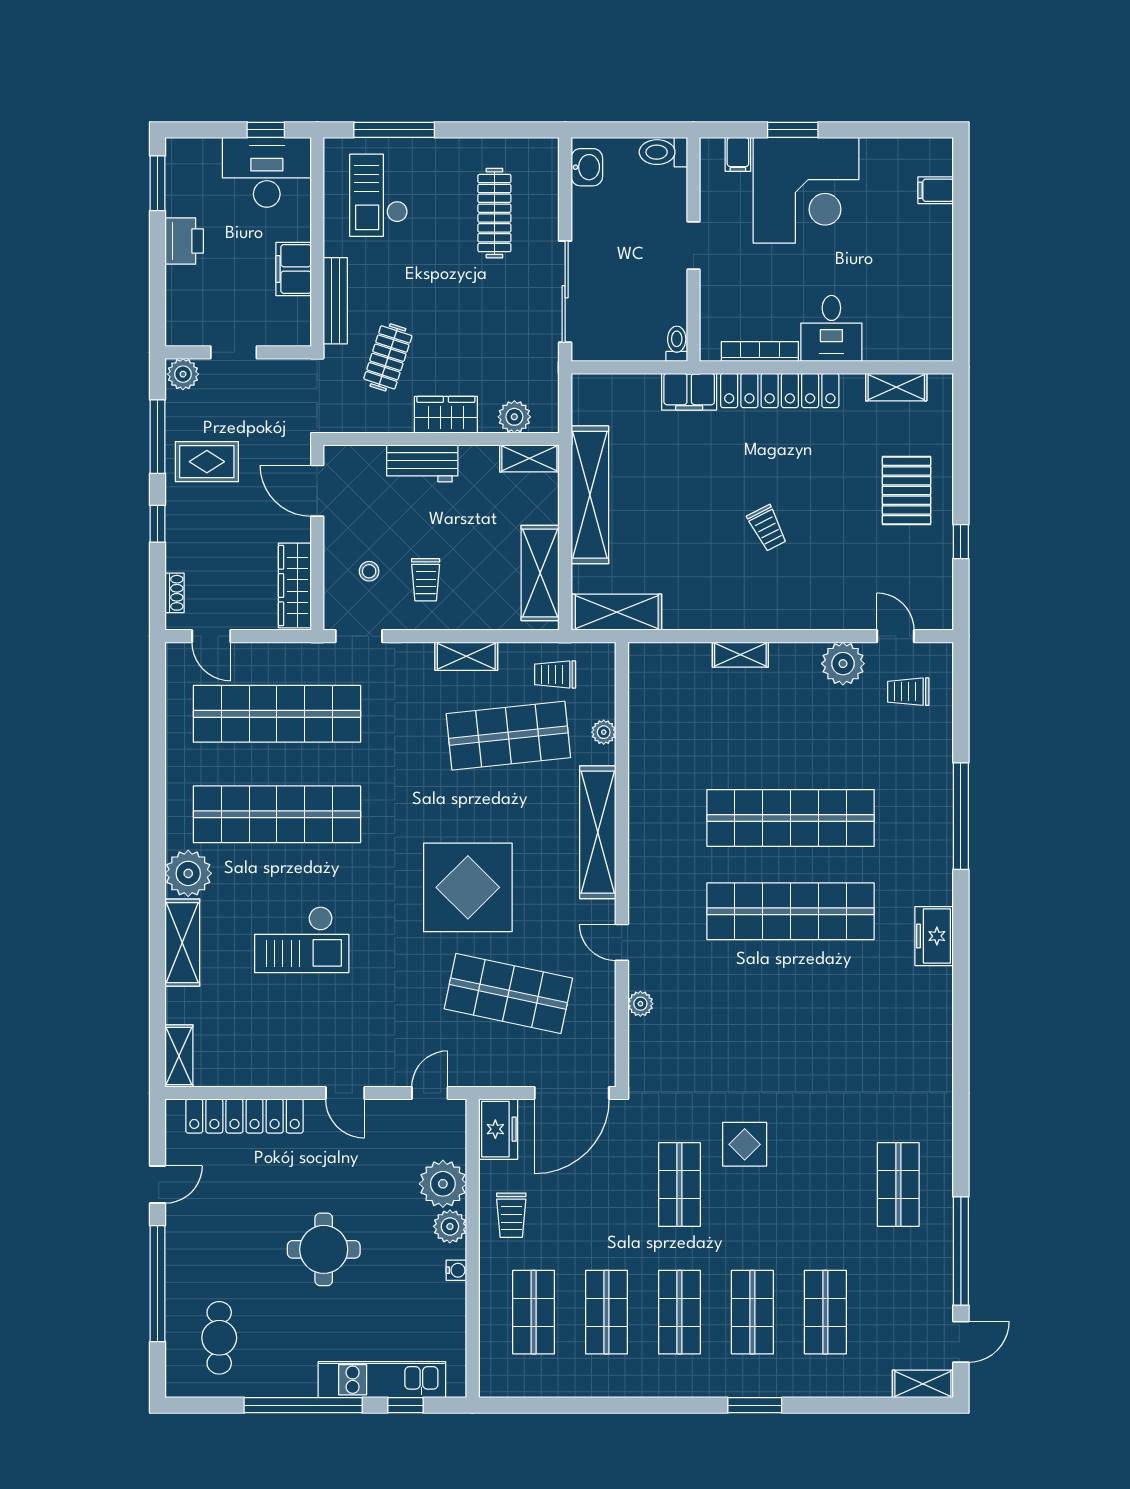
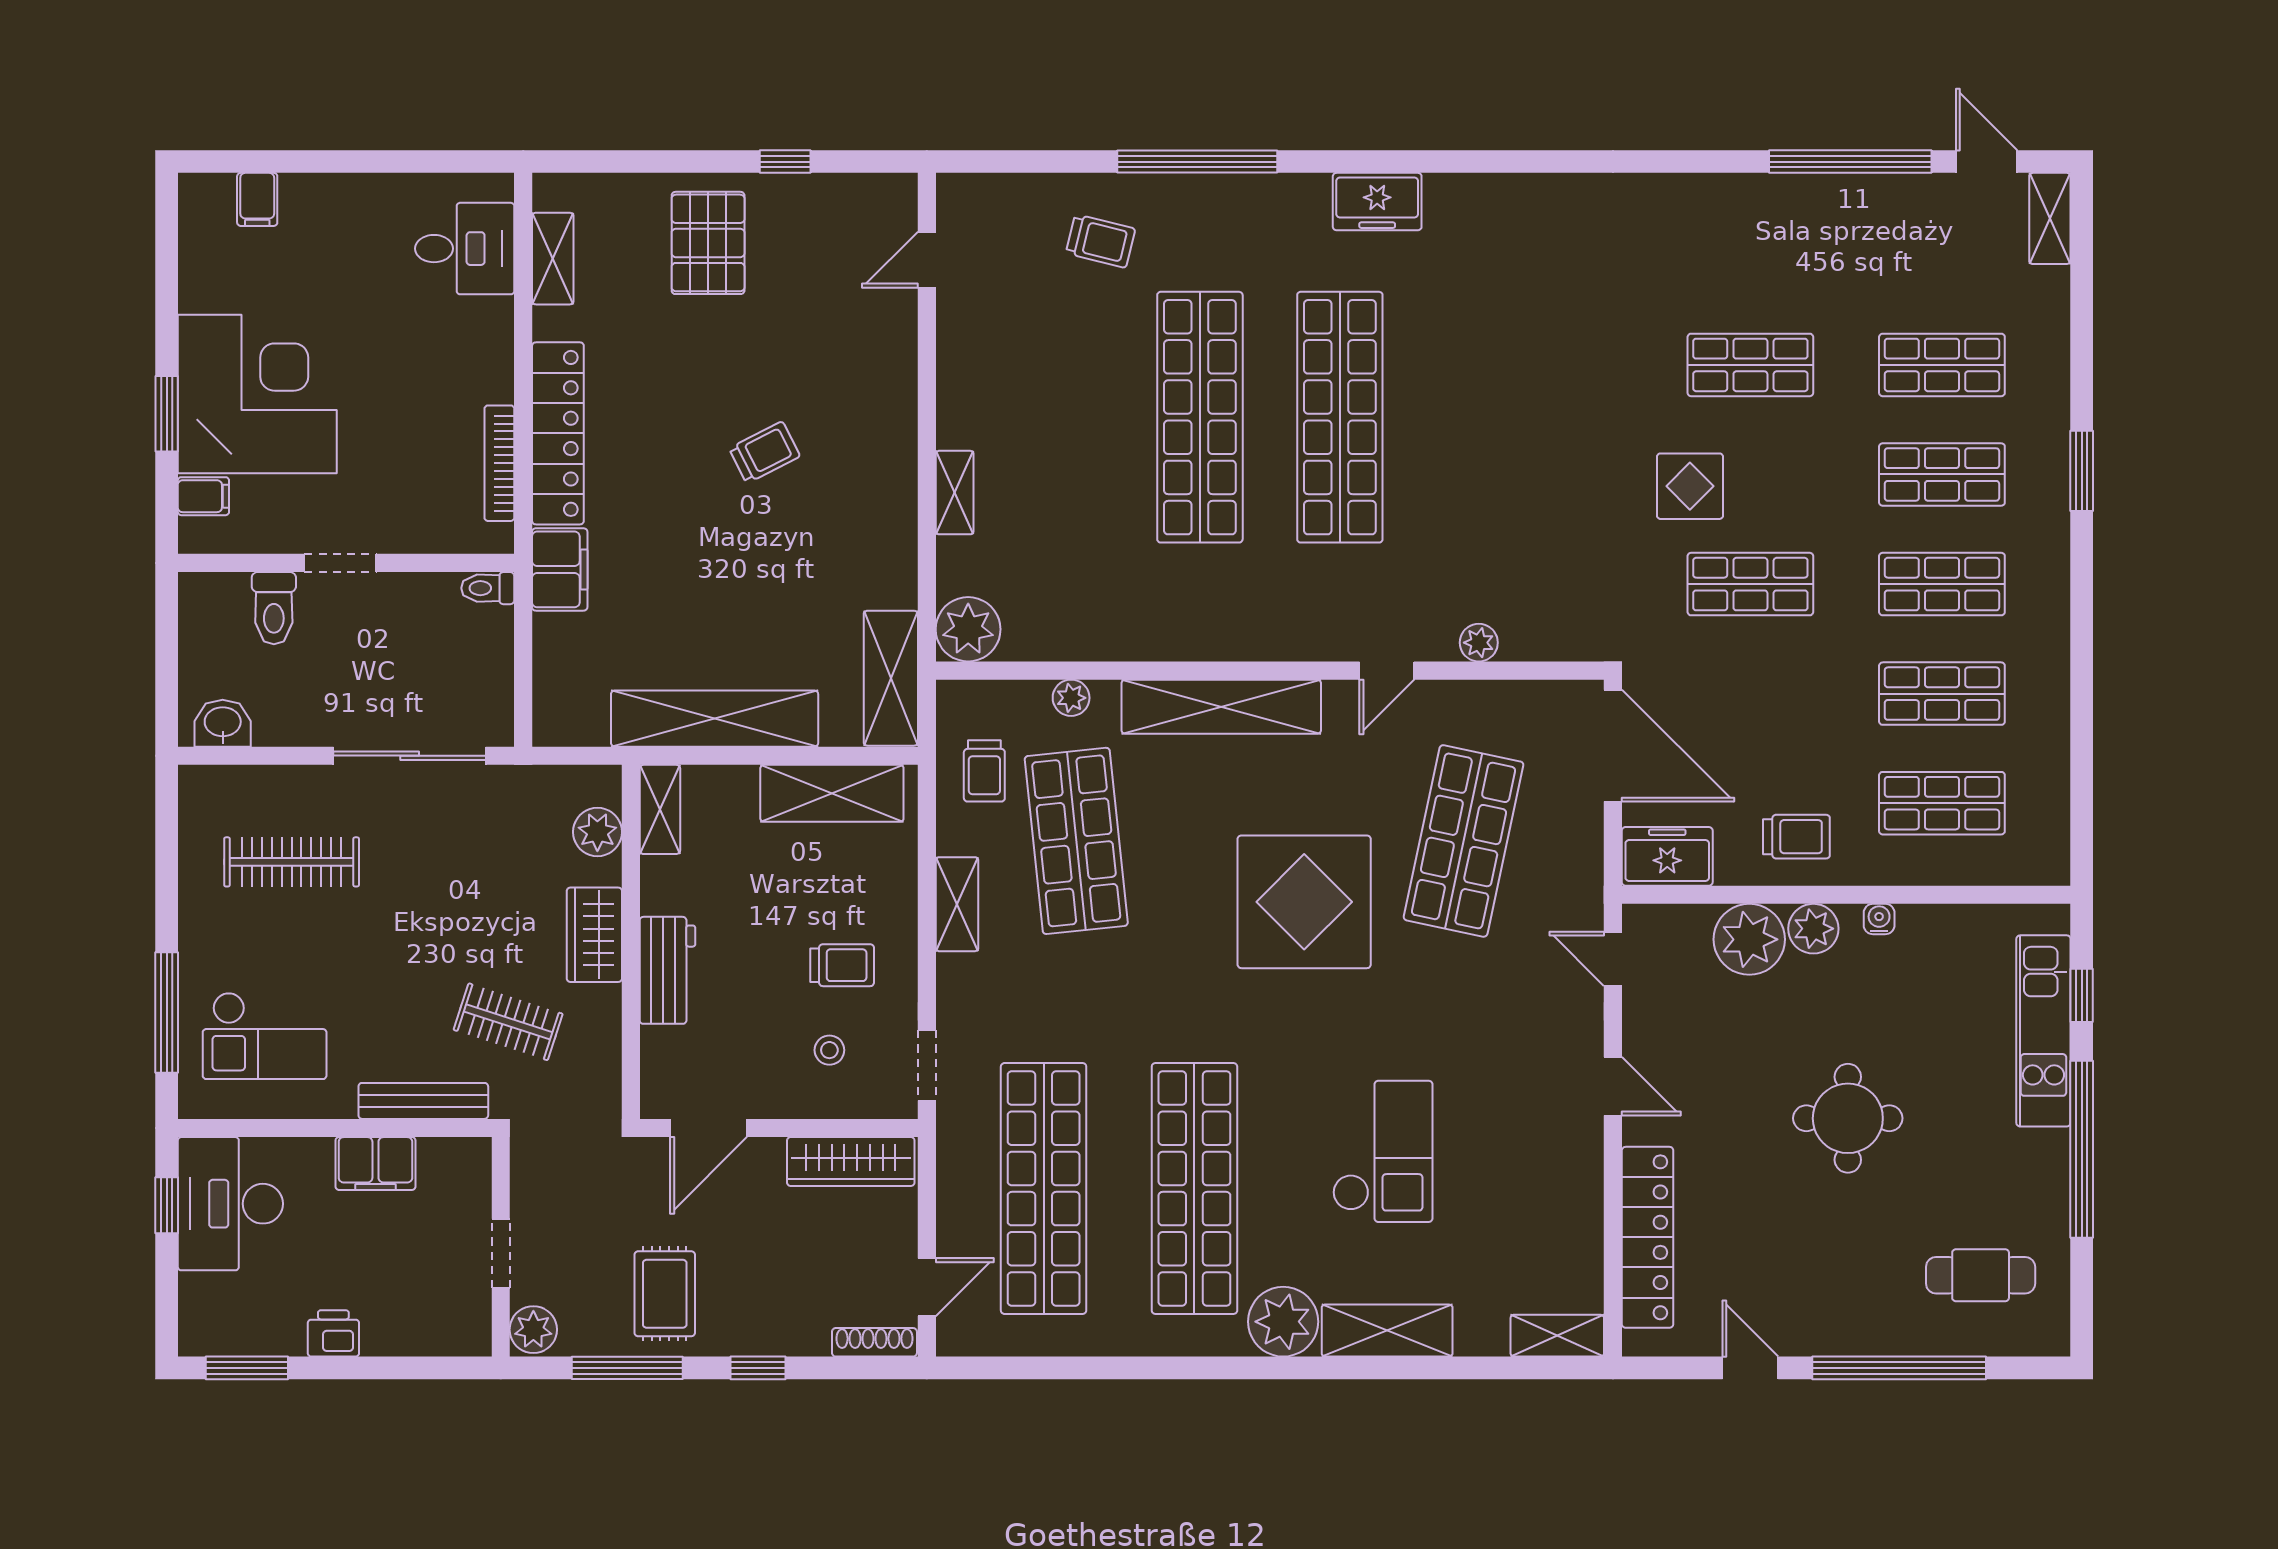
toilet: (663, 152) -> (274, 608), moved
printer: (184, 241) -> (333, 1333), width x0.73, depth x0.81
desk: (831, 328) -> (465, 249), moved
pallet: (907, 490) -> (708, 243), turned 90
shoe rack: (175, 593) -> (874, 1342), width x1.43
plant: (843, 664) -> (968, 629), moved
trolley: (908, 692) -> (1101, 241), moved, turned -76
door: (345, 1093) -> (1613, 1086), hinge flipped
shop shelf: (898, 1185) -> (1750, 365), moved

